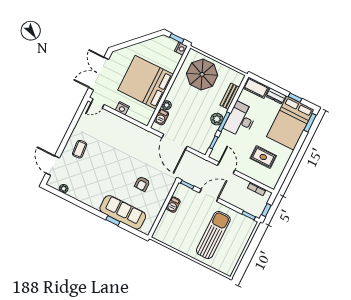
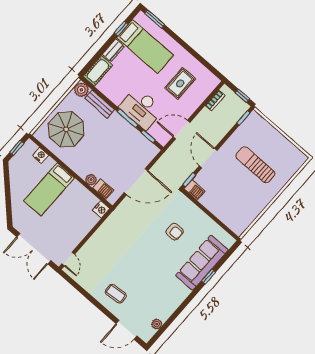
nightstand: (181, 49) -> (41, 155), moved
bed: (146, 82) -> (49, 189), width x0.49
nightstand: (122, 108) -> (101, 209), moved
plant: (217, 119) -> (81, 90), moved
desk: (241, 120) -> (141, 108), moved
bed: (290, 123) -> (145, 46), width x0.67
barbecue: (173, 205) -> (194, 190), moved
sun lounger: (213, 235) -> (255, 165), width x0.73, depth x0.75

